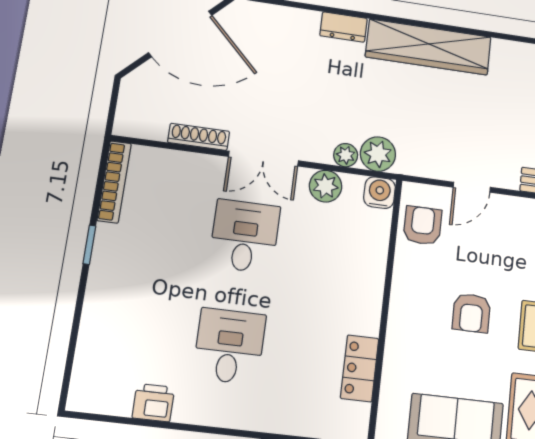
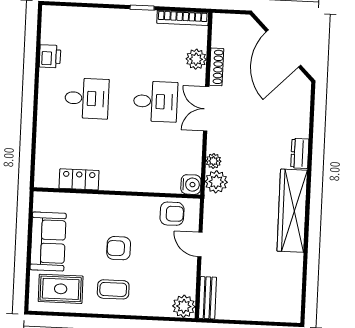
plant: (326, 186) -> (196, 59), moved

